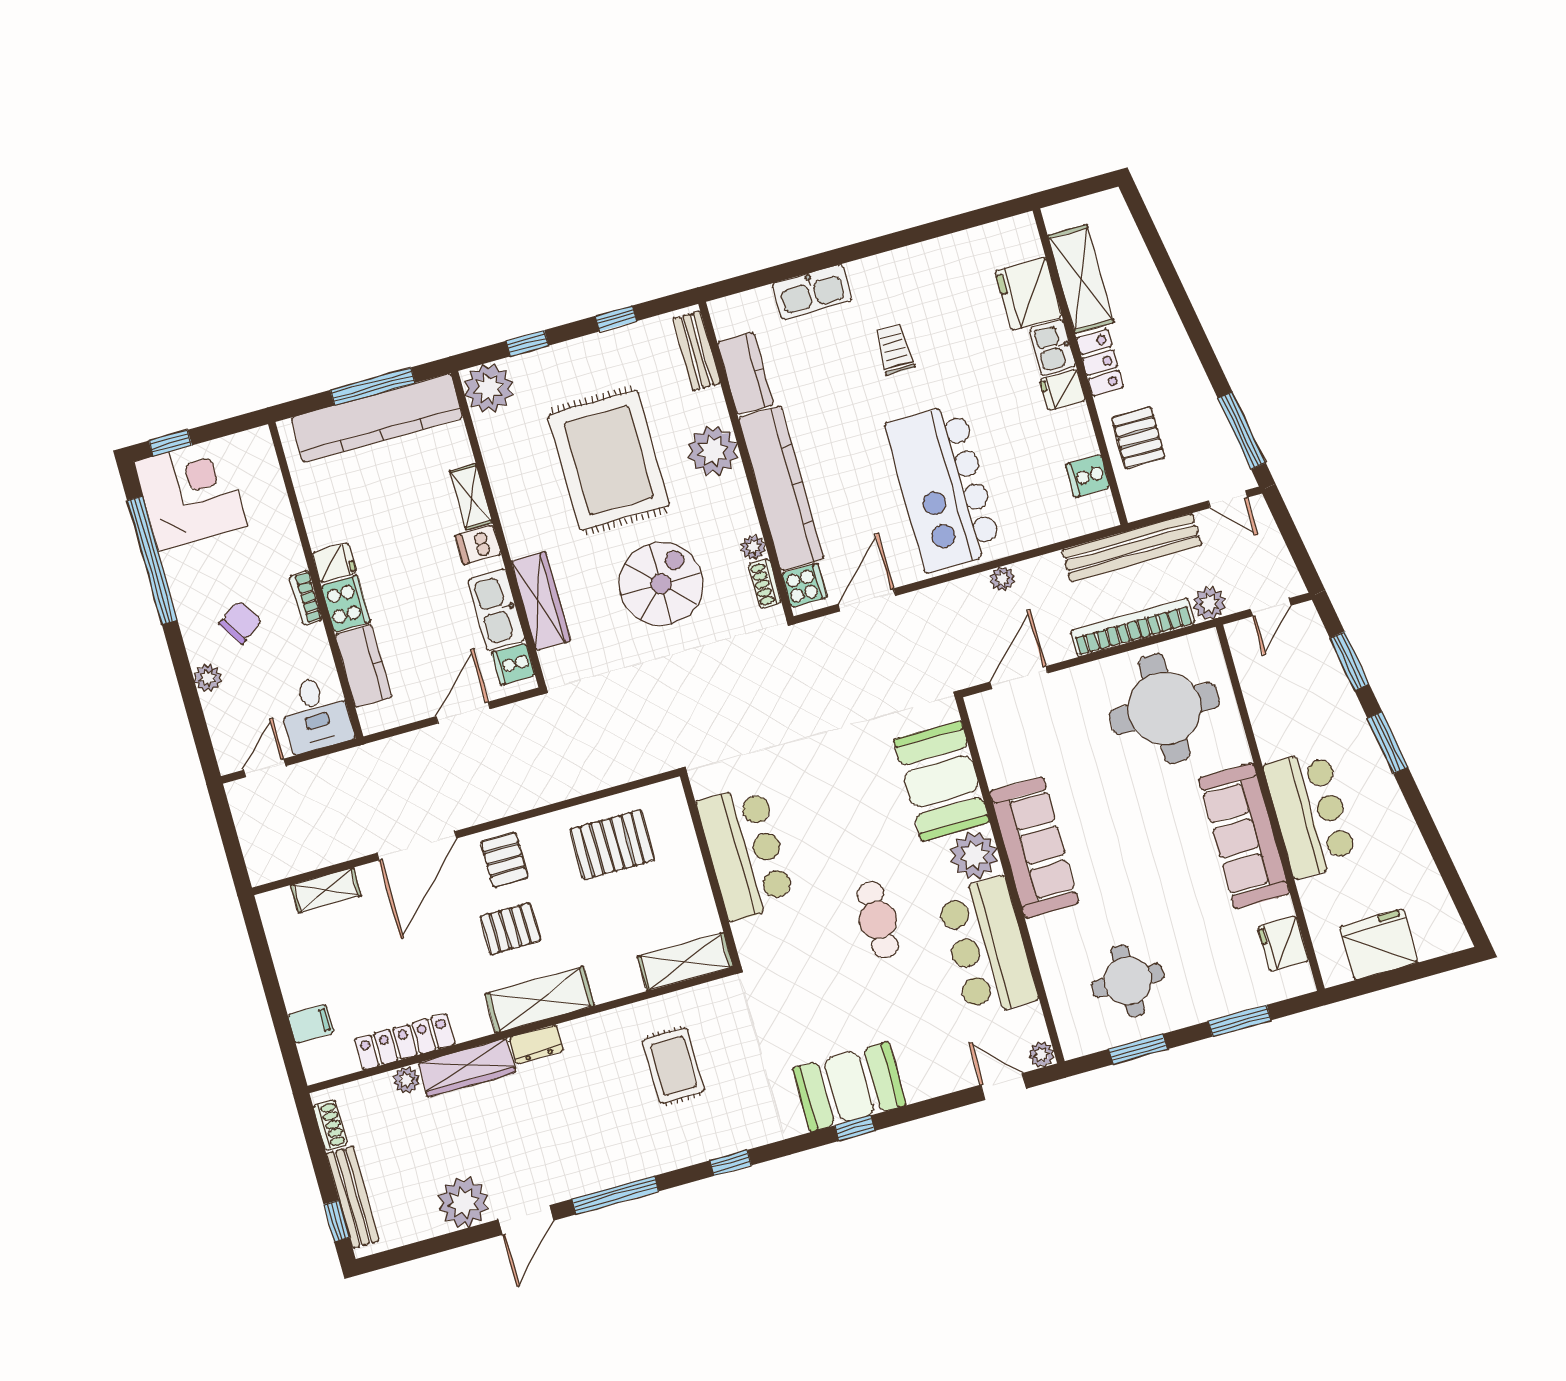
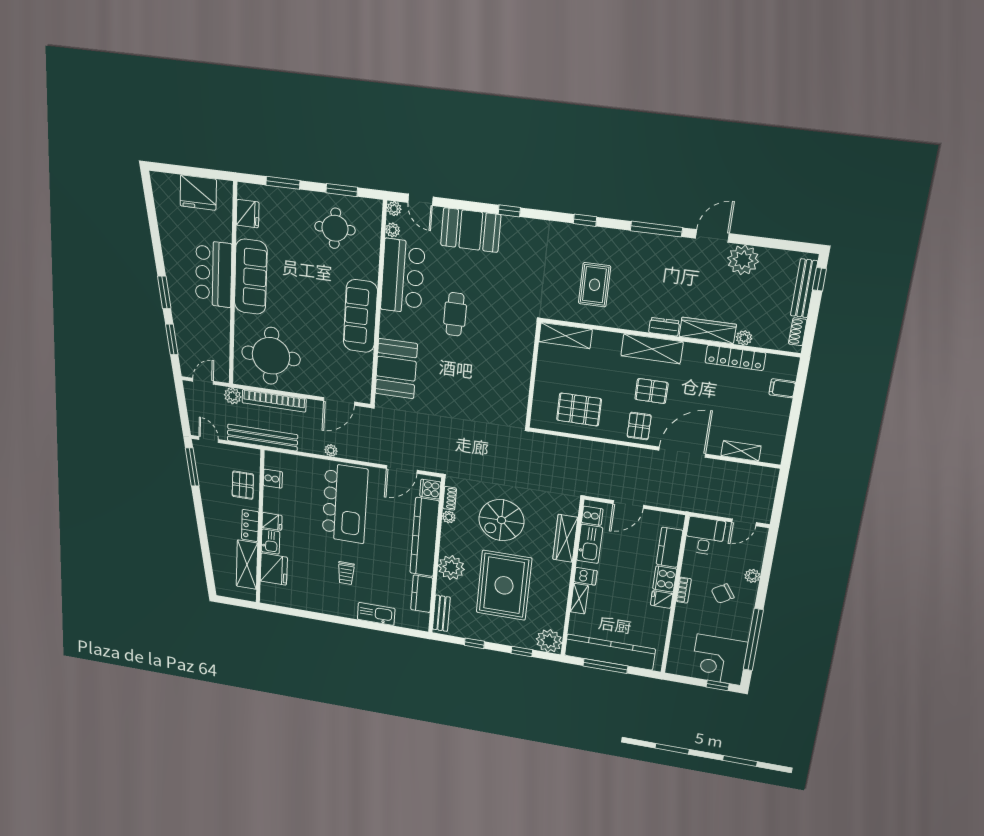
bar counter: (746, 852) -> (511, 376), removed
plant: (974, 855) -> (393, 230), moved, width x0.53, depth x0.53
booth: (849, 1087) -> (471, 230), moved

